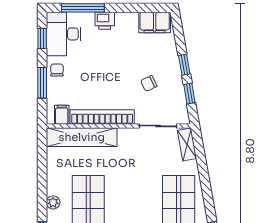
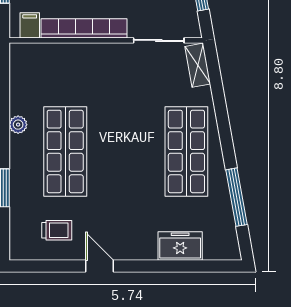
shelving: (82, 137) -> (57, 55), removed
plant: (53, 202) -> (18, 125), moved

